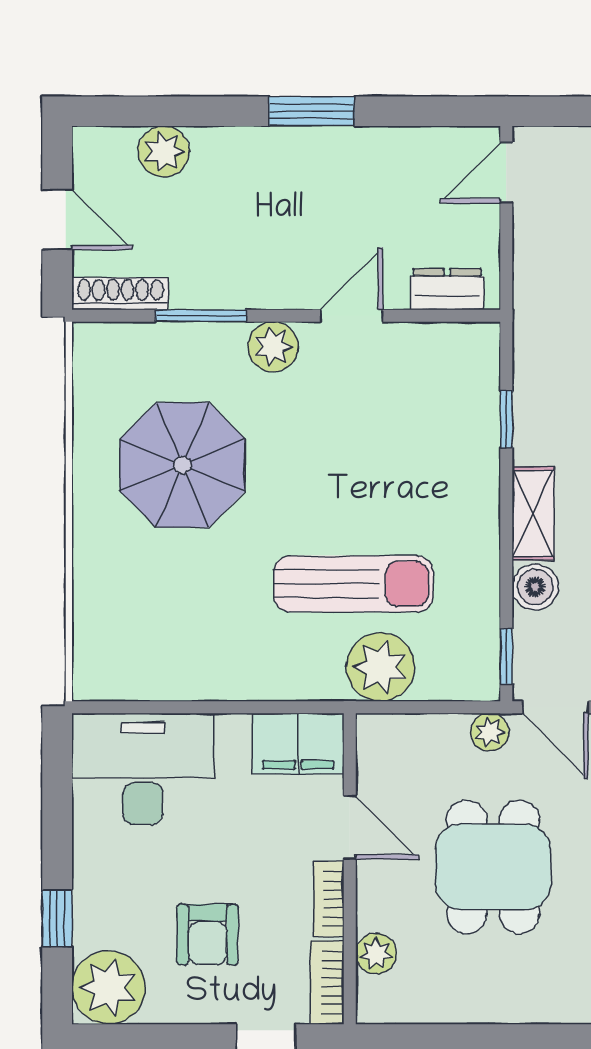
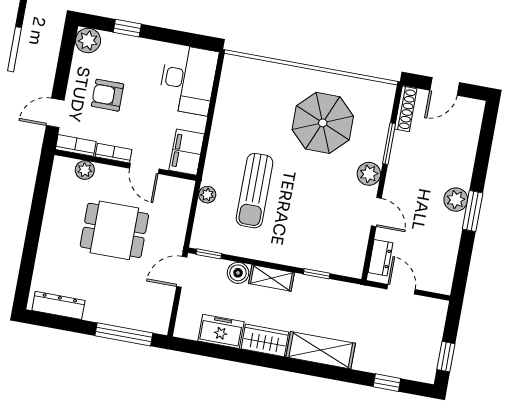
plant: (164, 151) -> (456, 200), moved
door: (506, 173) -> (401, 289), moved
plant: (381, 667) -> (207, 195), width x0.53, depth x0.53
plant: (490, 732) -> (176, 240), removed
door: (350, 827) -> (144, 169), hinge flipped
plant: (109, 988) -> (88, 40), width x0.73, depth x0.73

